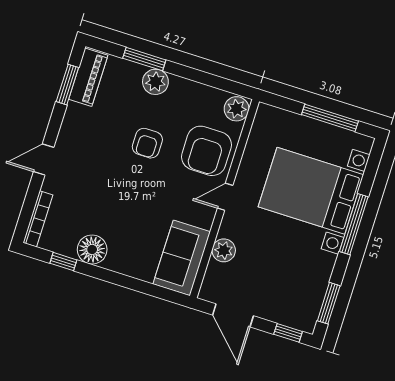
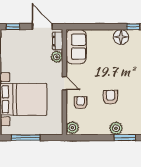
armchair: (206, 151) -> (81, 103), width x0.53, depth x0.53
door: (225, 197) -> (64, 83), hinge flipped
dresser: (213, 279) -> (58, 41), added

